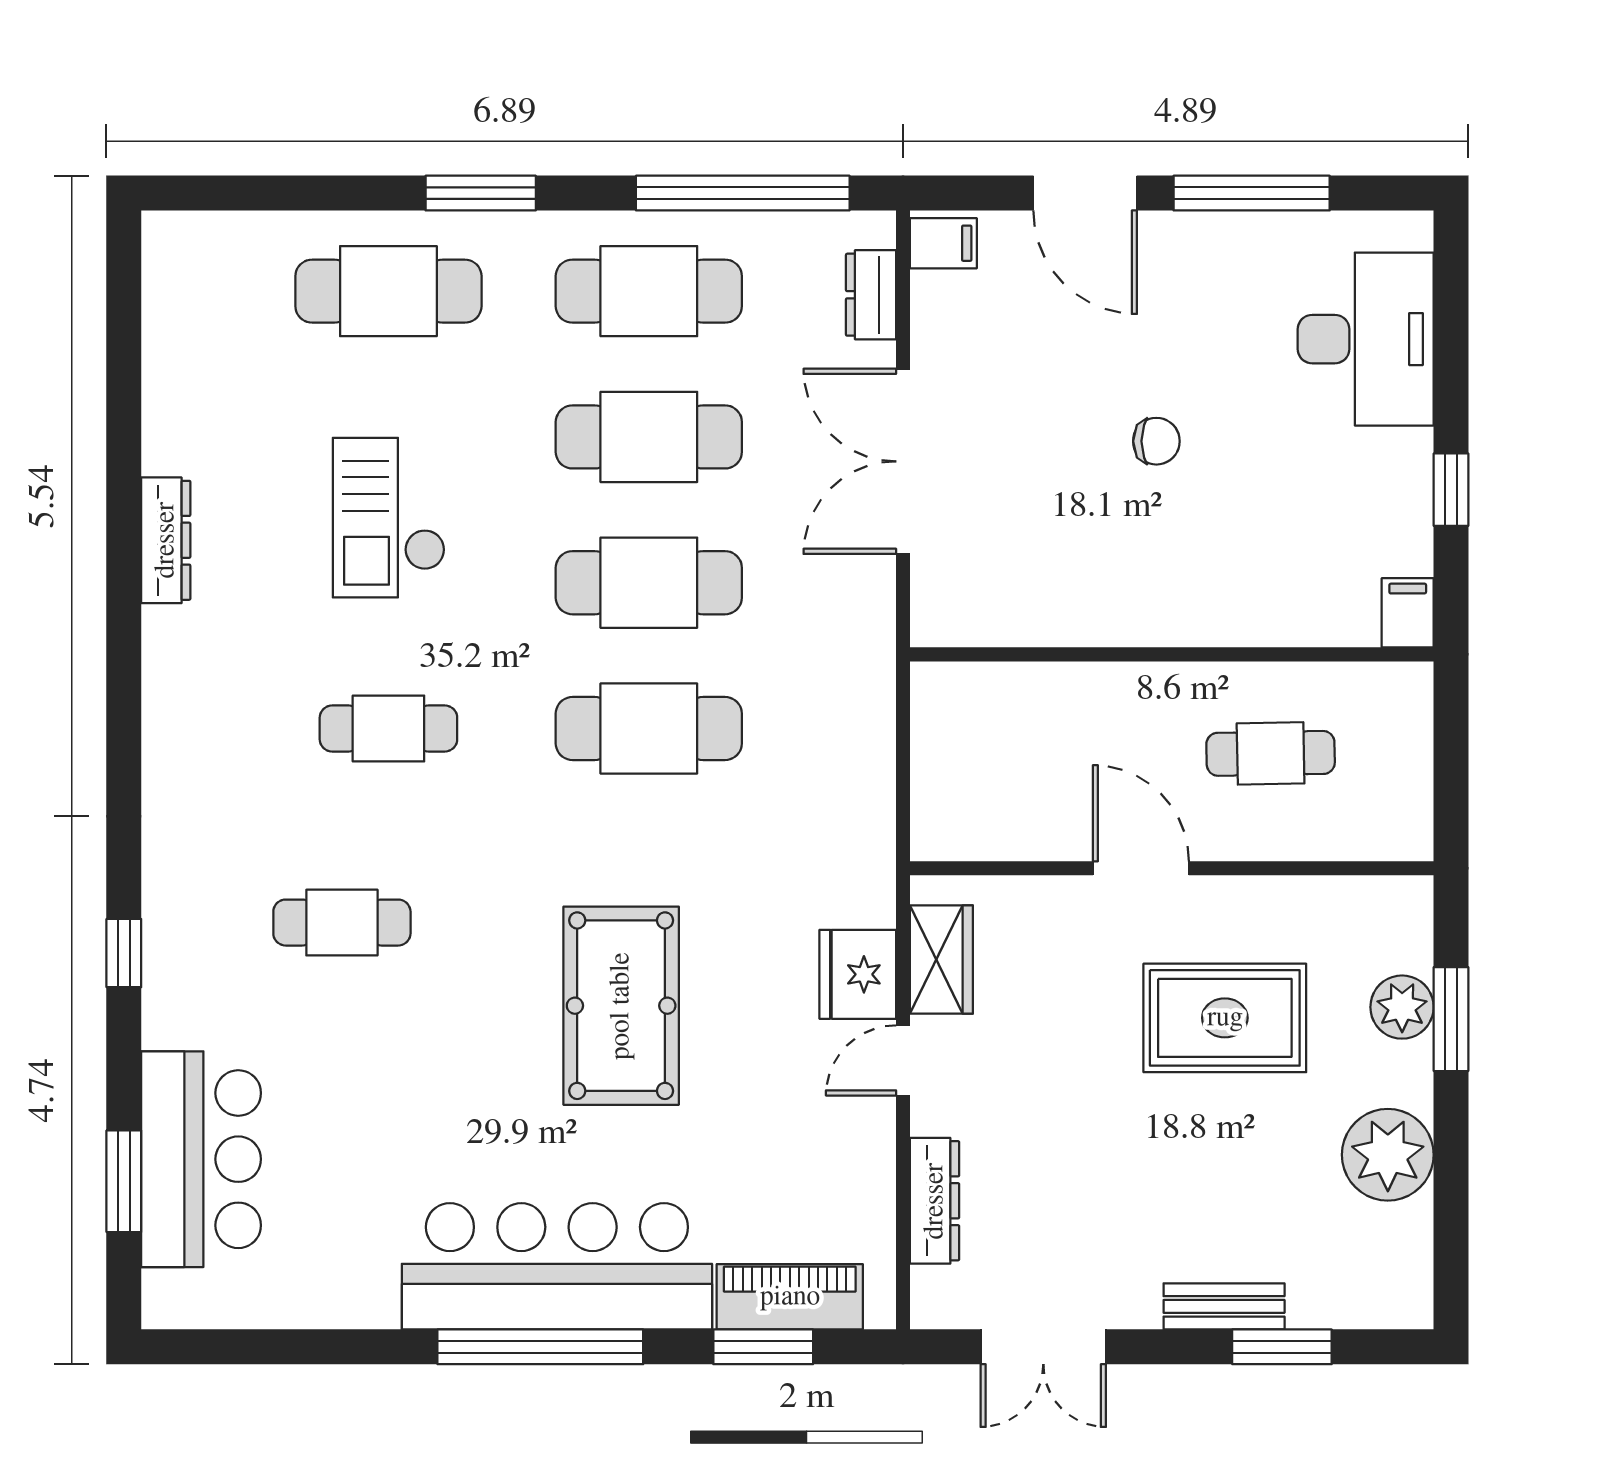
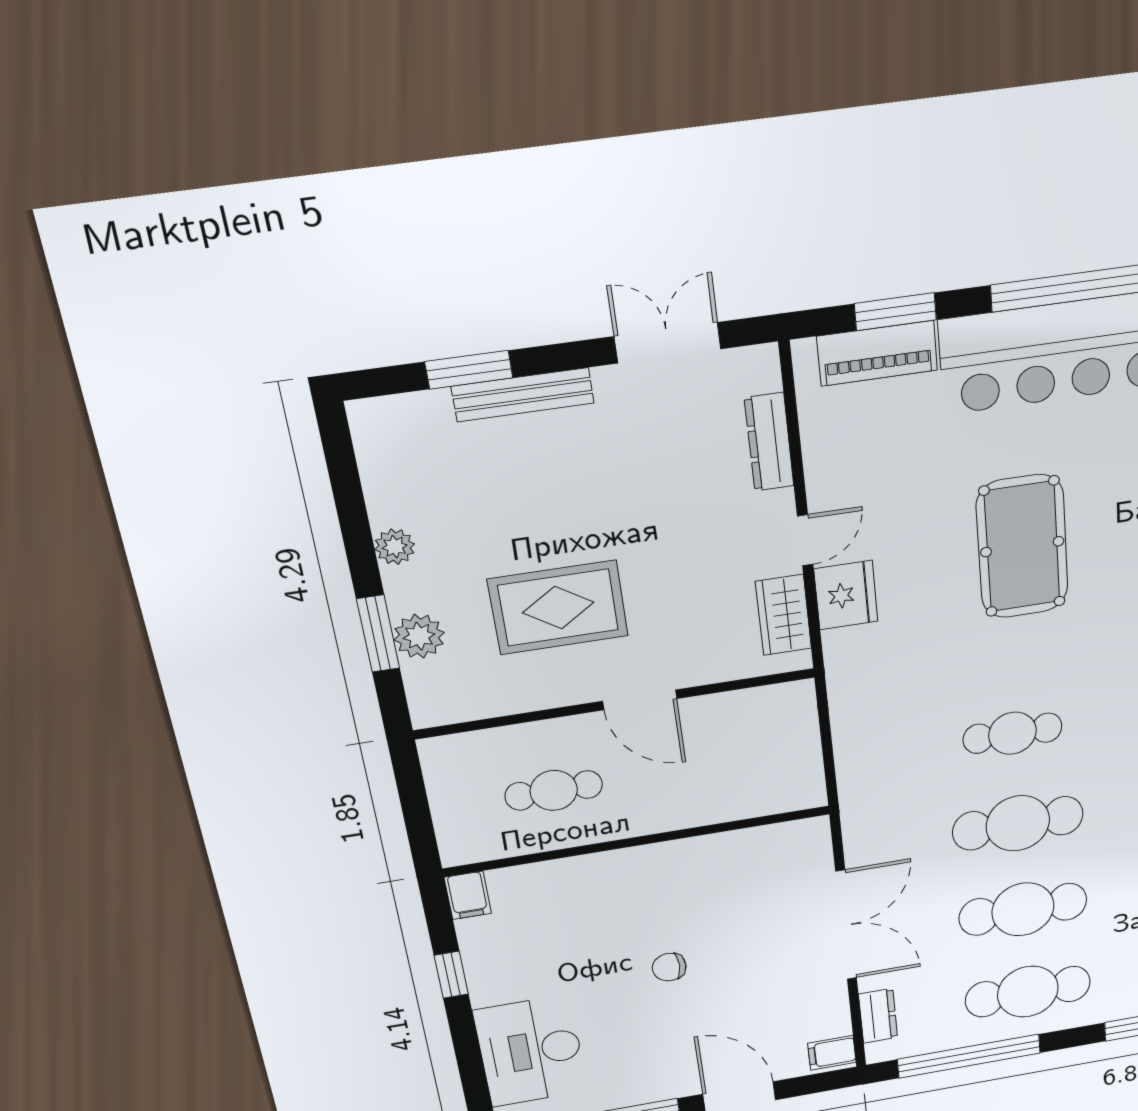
cafe table: (649, 728) -> (1013, 733), width x0.73, depth x0.74
plant: (1388, 1155) -> (395, 547), width x0.53, depth x0.53
bench: (1224, 1306) -> (523, 395), width x1.36

